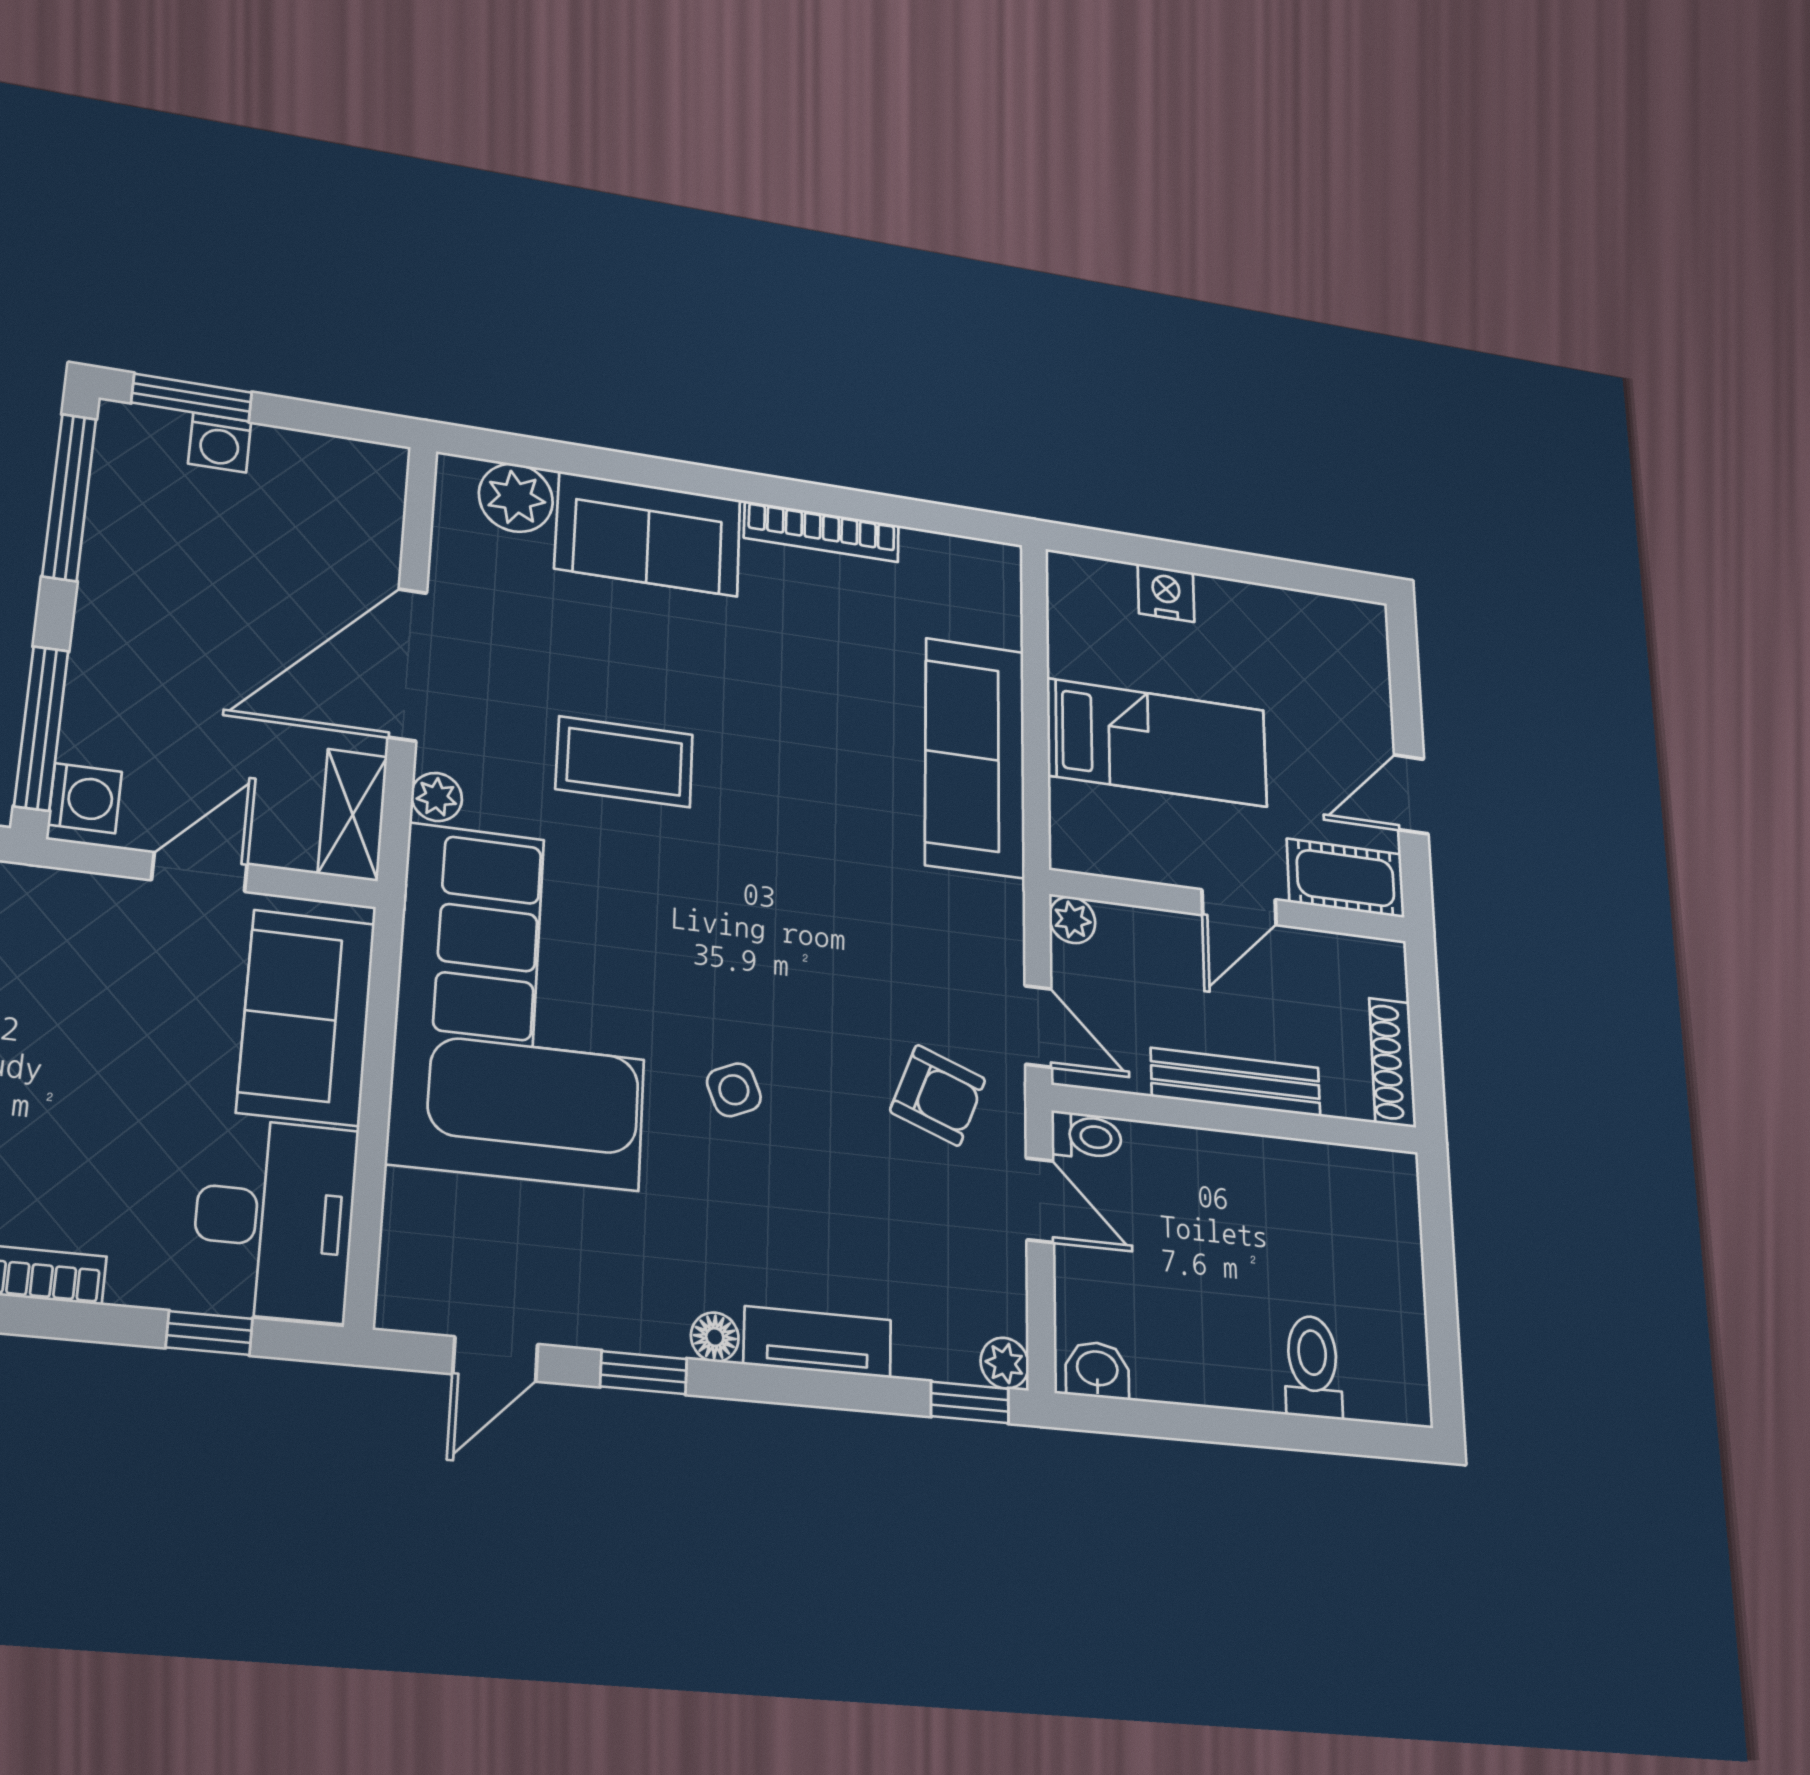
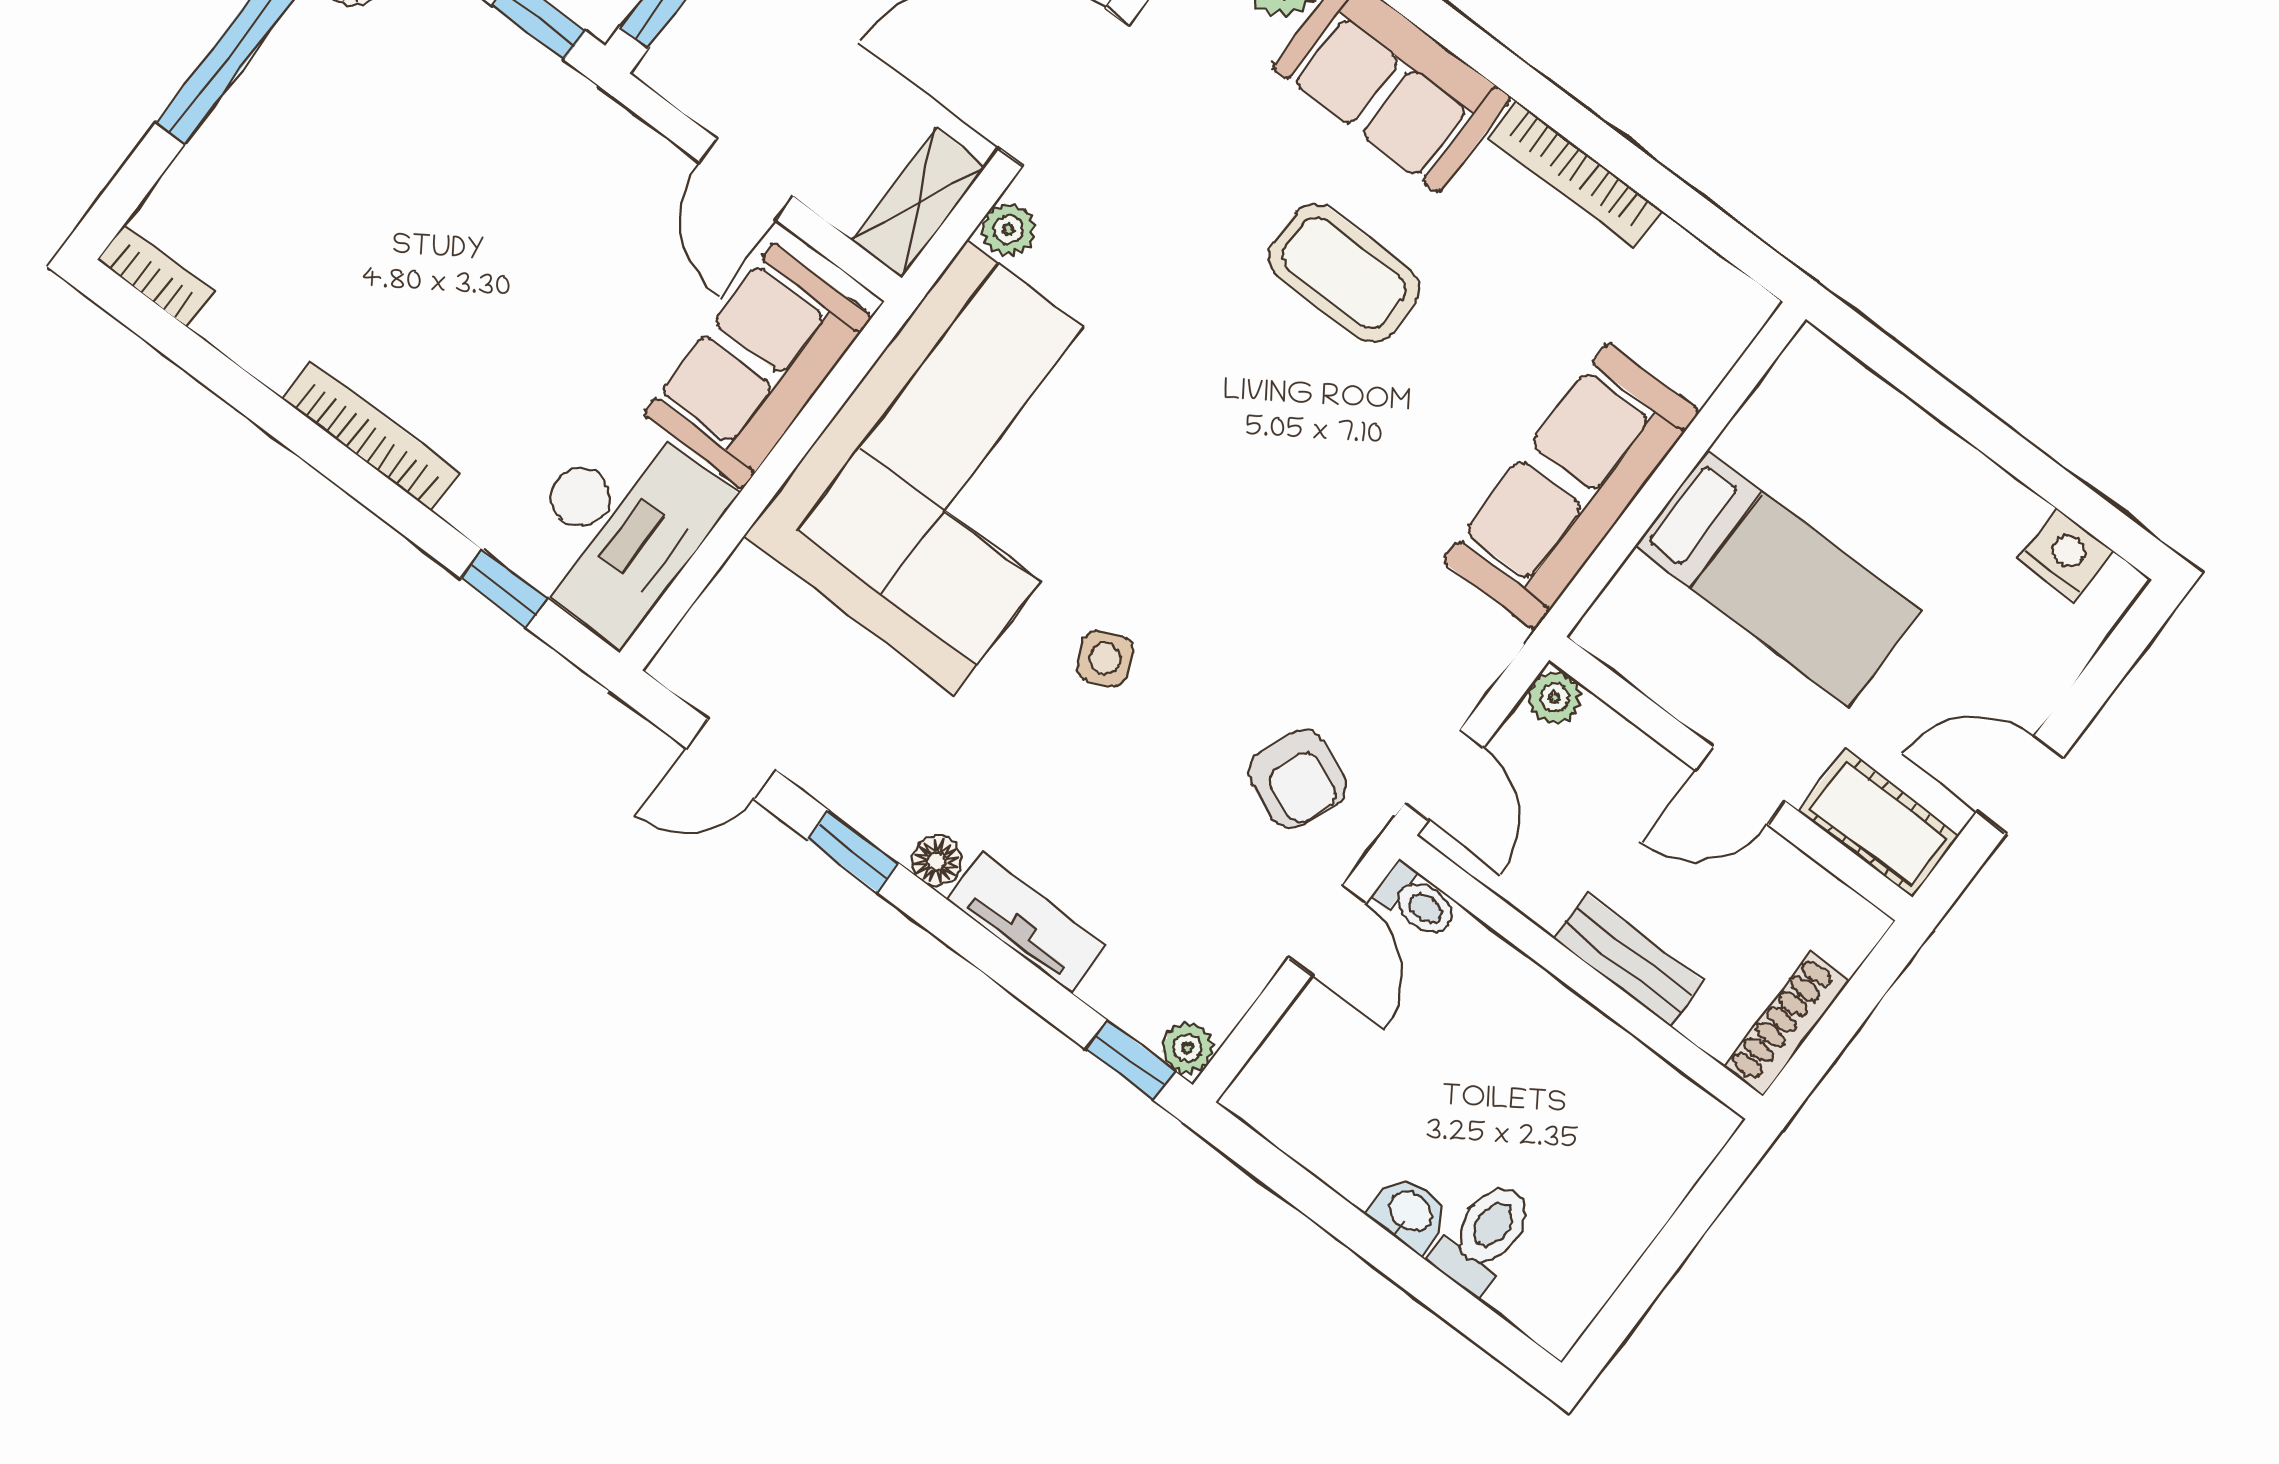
nightstand: (1166, 593) -> (2066, 555), moved
coffee table: (625, 762) -> (1344, 273), moved
washing machine: (85, 798) -> (687, 54), removed
door: (200, 872) -> (746, 179), swing flipped
bench: (1236, 1082) -> (1628, 960), width x0.73
washbasin: (1097, 1370) -> (1410, 1213), moved

